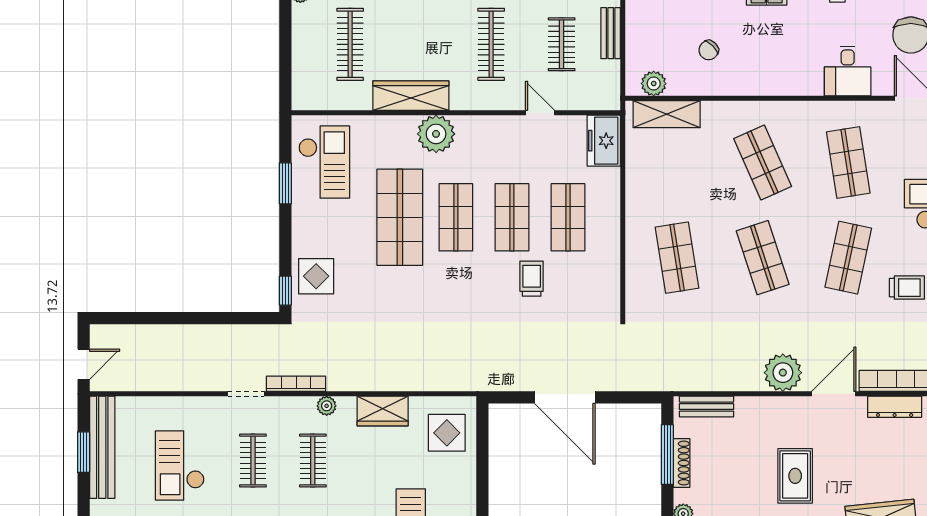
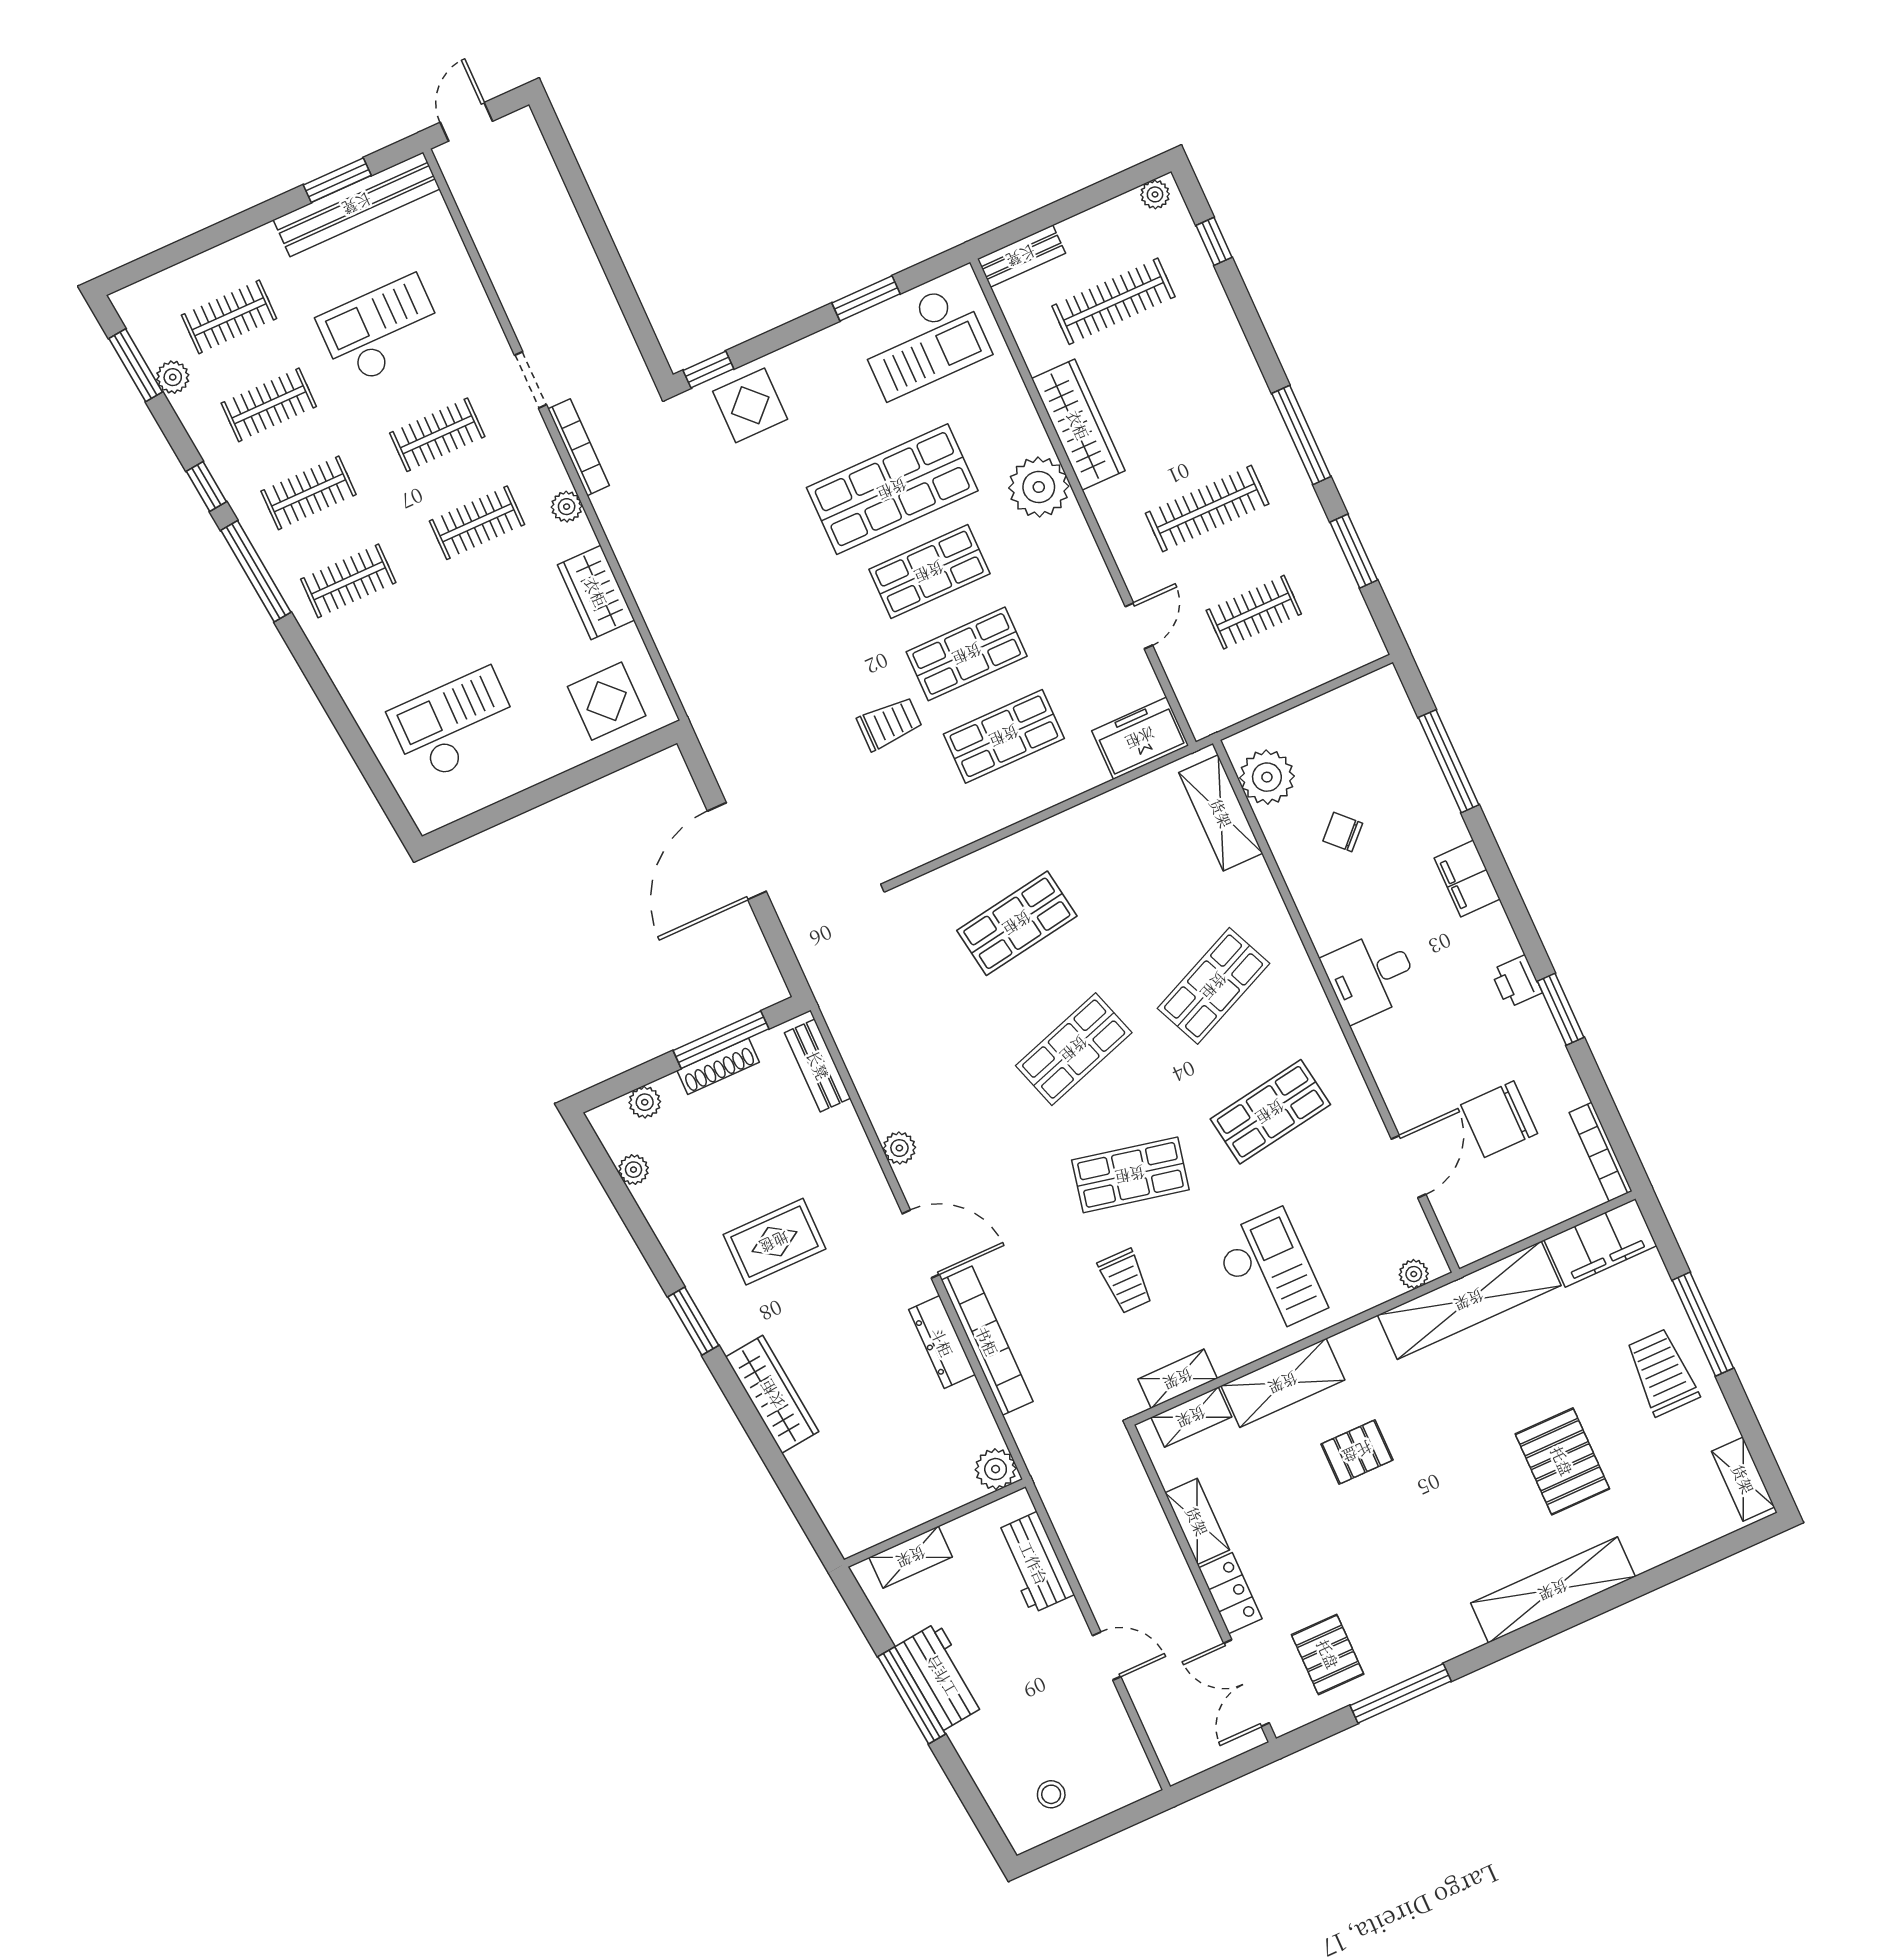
bench: (611, 33) -> (1021, 256), moved
desk: (848, 71) -> (1371, 976), moved
plant: (654, 84) -> (1267, 777), width x1.36, depth x1.36
door: (84, 364) -> (466, 122), swing flipped
plant: (783, 373) -> (899, 1148), width x0.53, depth x0.53

